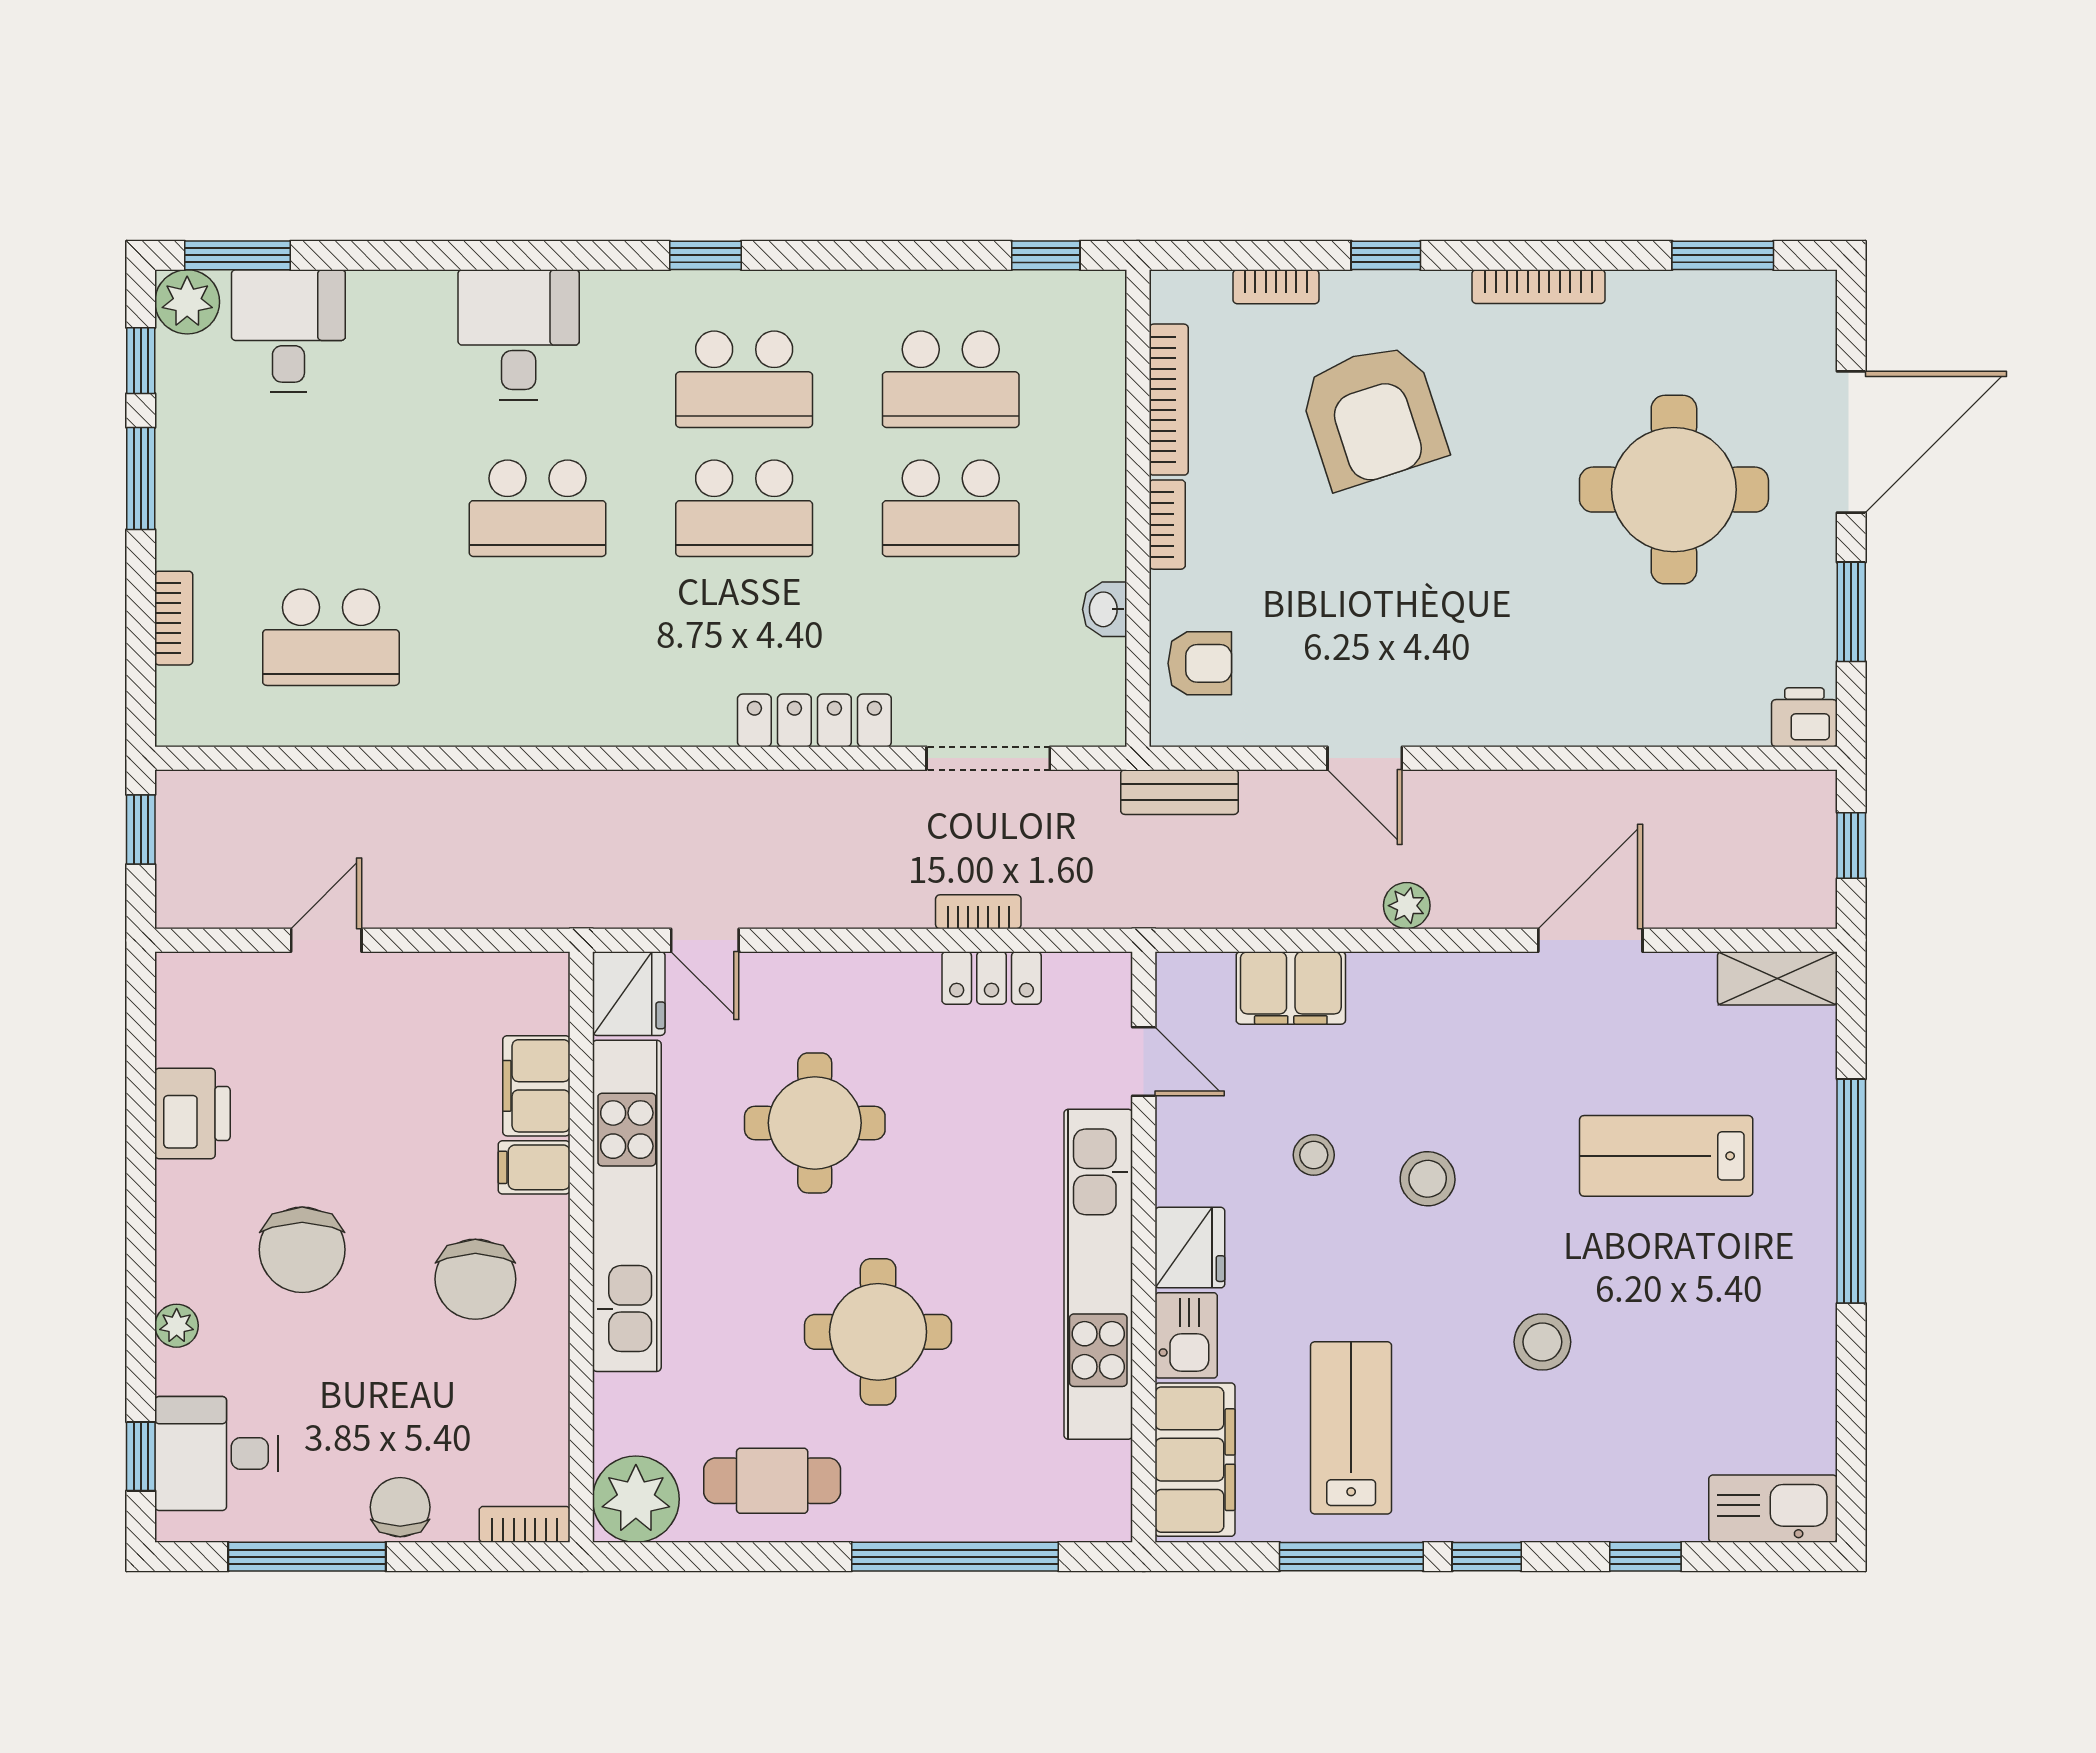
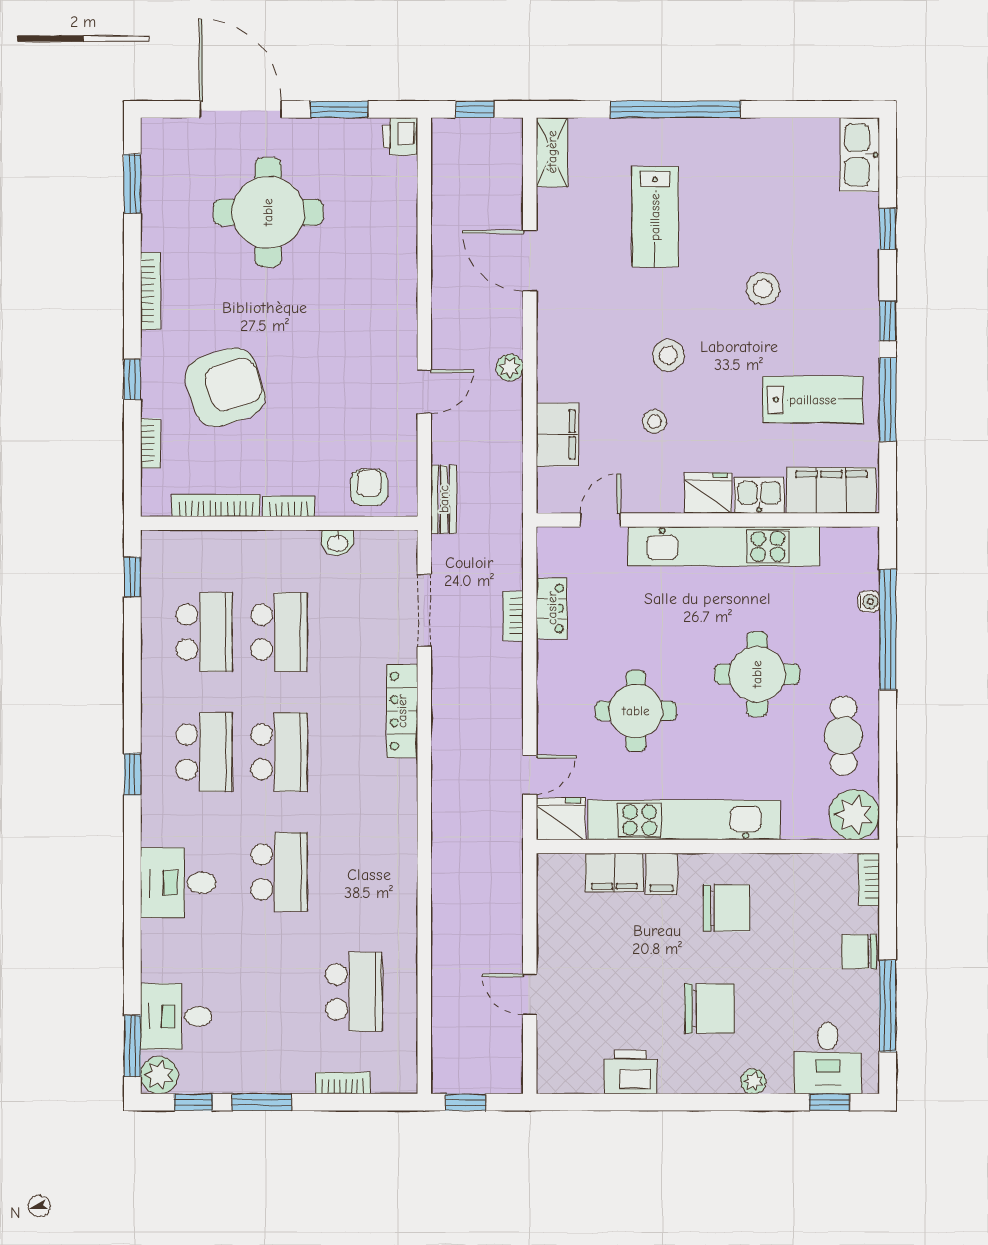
lab bench: (1351, 1428) -> (813, 400), turned 180
water cooler: (1003, 1524) -> (869, 602), added

